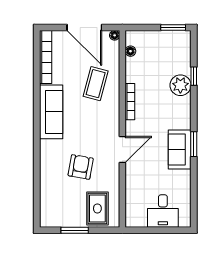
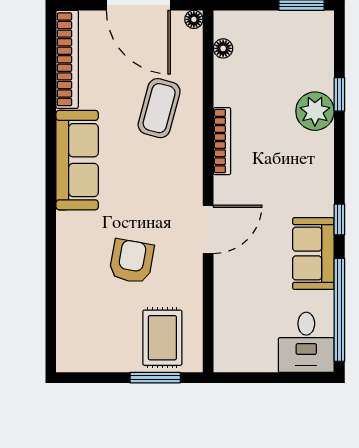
window: (194, 144) -> (339, 219), width x0.67
sofa: (180, 150) -> (313, 254), moved
window: (194, 193) -> (339, 310), added
desk: (163, 211) -> (306, 342), moved
window: (75, 230) -> (155, 378), moved

